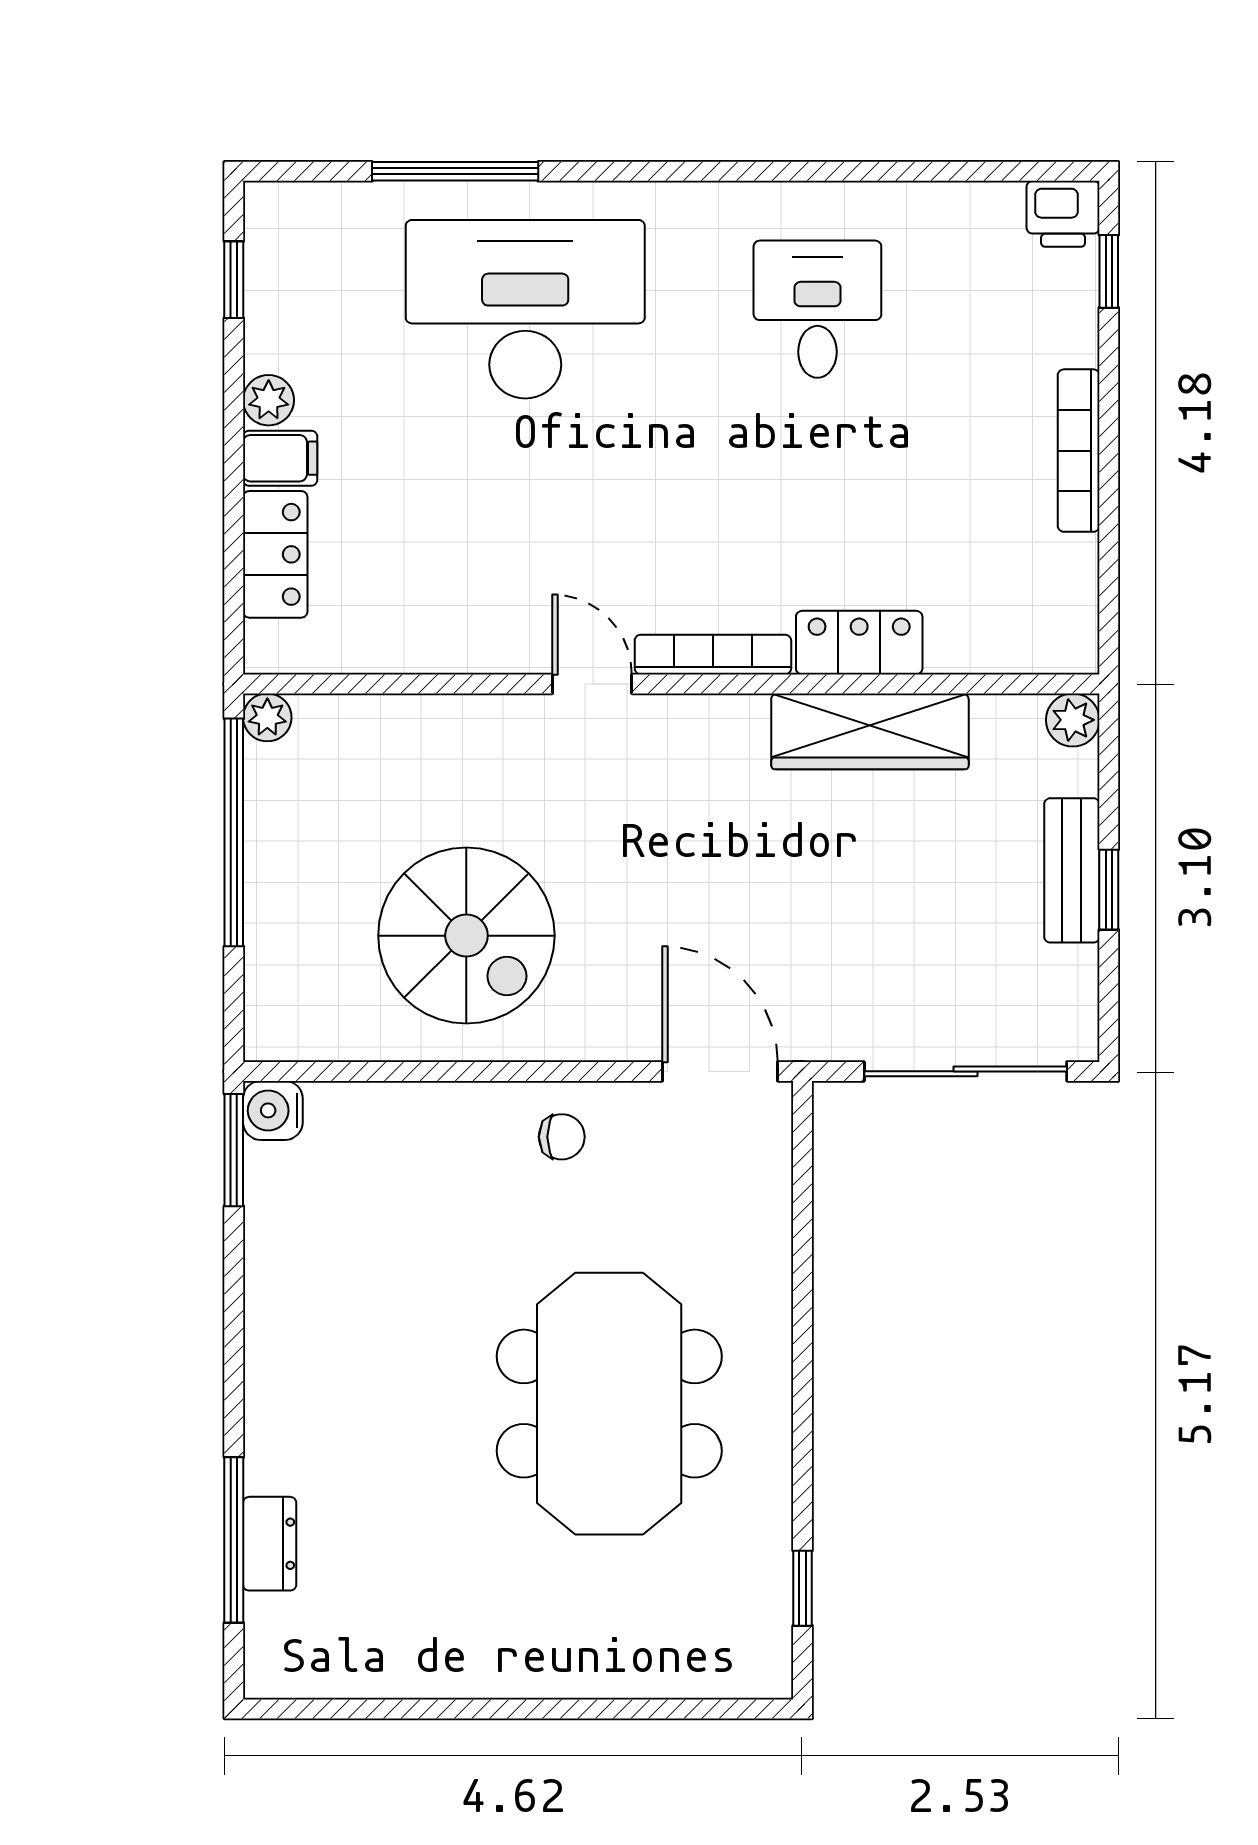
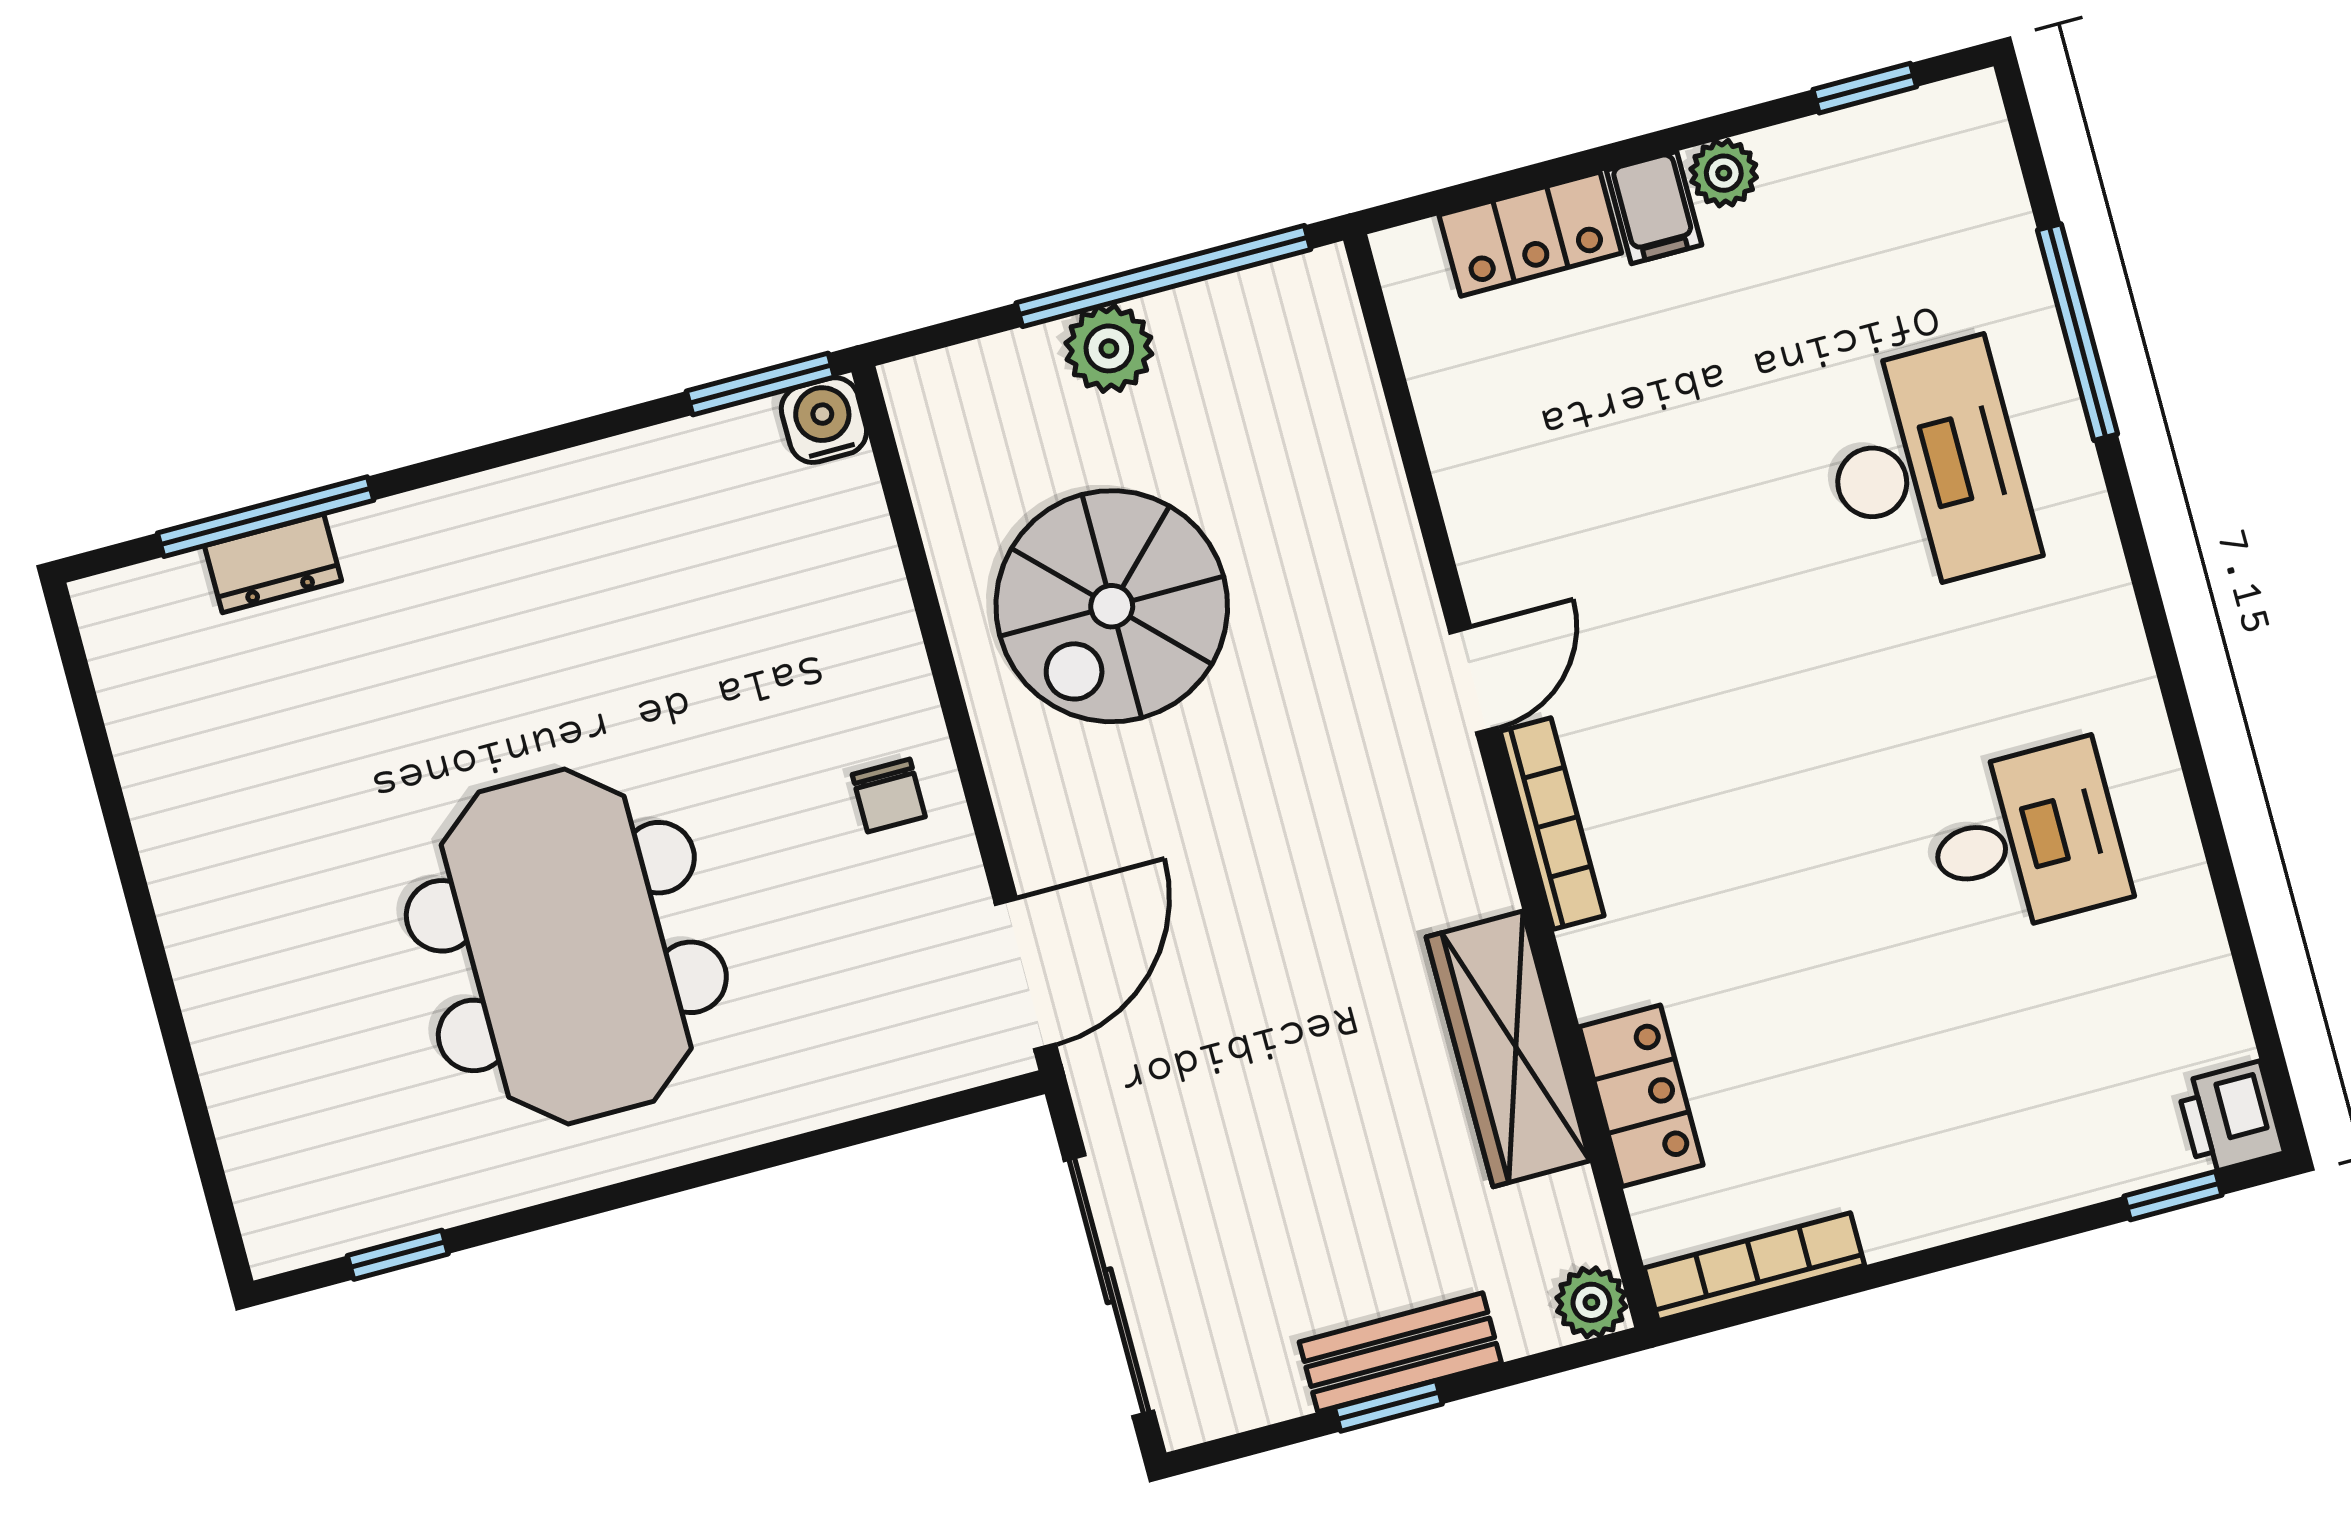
desk: (525, 309) -> (1926, 468), width x0.73, depth x0.77
bookcase: (1079, 451) -> (1754, 1267), moved
locker: (859, 643) -> (1641, 1096), moved
plant: (267, 717) -> (1109, 348), moved, width x1.38, depth x1.38
meeting table: (609, 1404) -> (566, 947), turned 90

